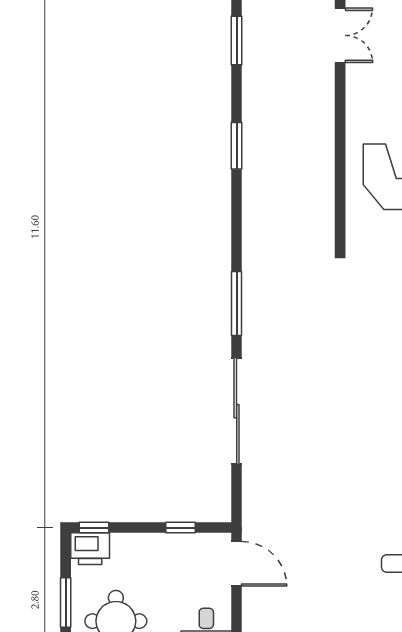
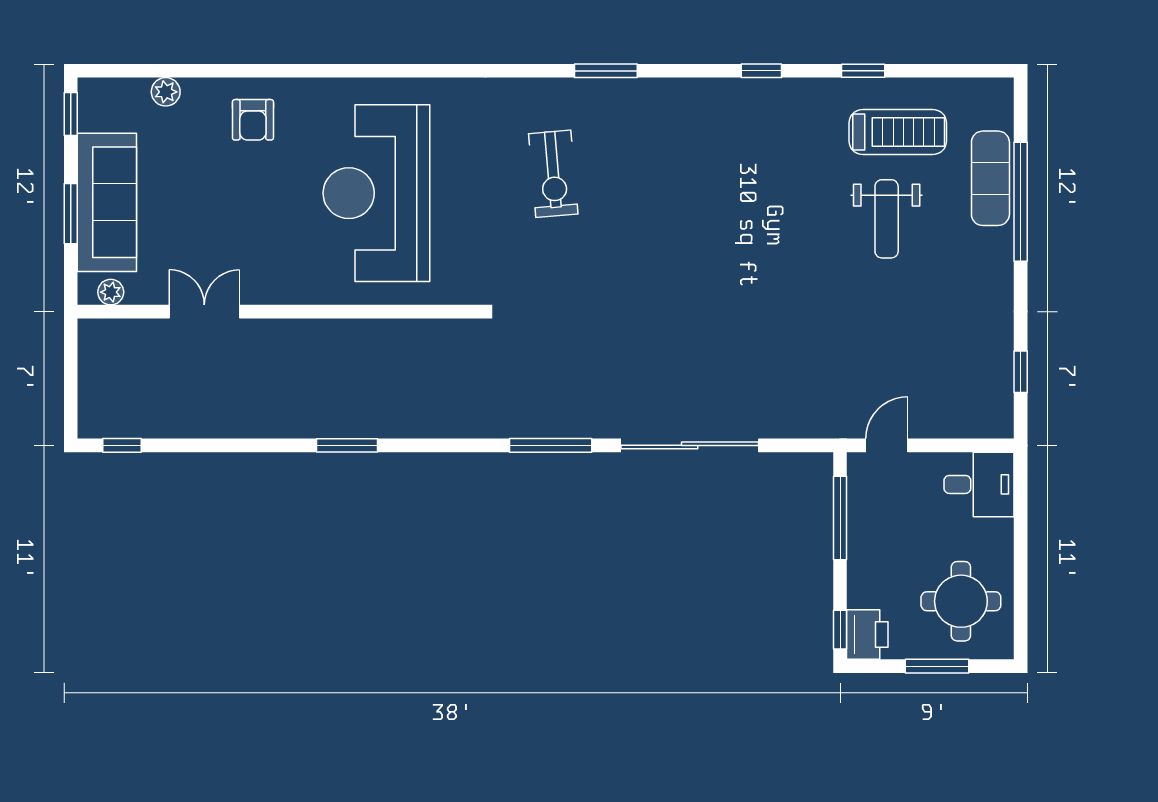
window: (237, 41) -> (211, 445), removed
window: (180, 528) -> (840, 518), width x2.17
door: (237, 564) -> (887, 445), width x0.73

